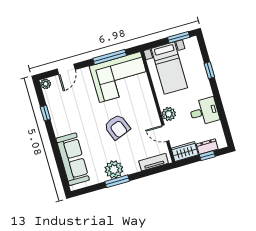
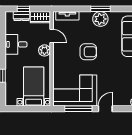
window: (179, 37) -> (19, 109), removed
door: (66, 69) -> (105, 109), moved
armchair: (117, 127) -> (88, 52), turned 111

